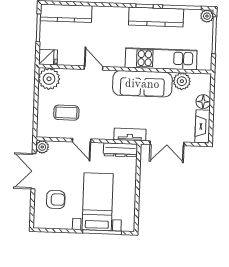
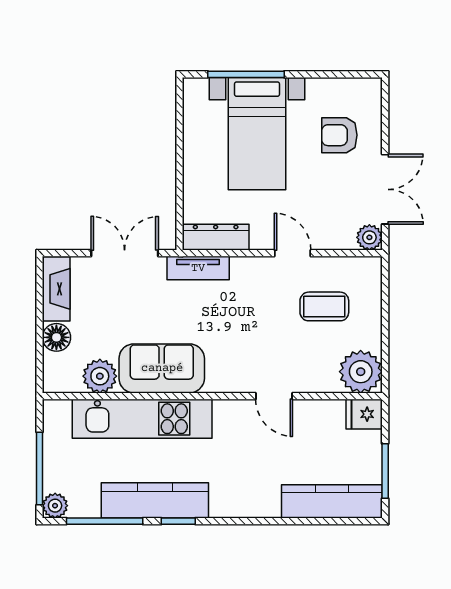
sofa: (142, 84) -> (162, 368), width x0.73

